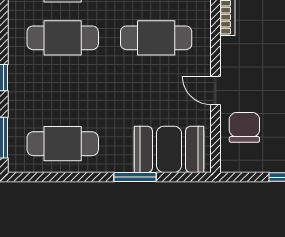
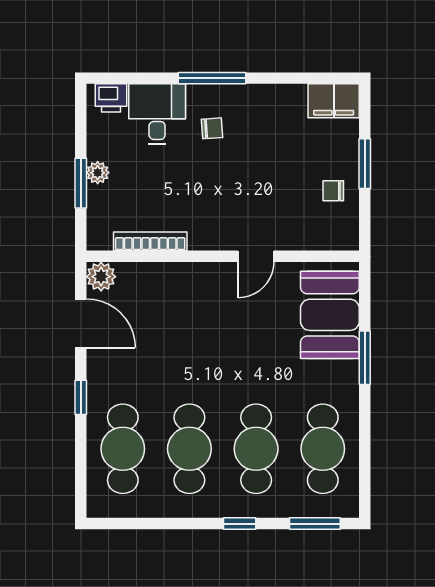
cafe table: (156, 38) -> (256, 449), moved
chair: (244, 127) -> (333, 191), moved, width x0.54, depth x0.54

